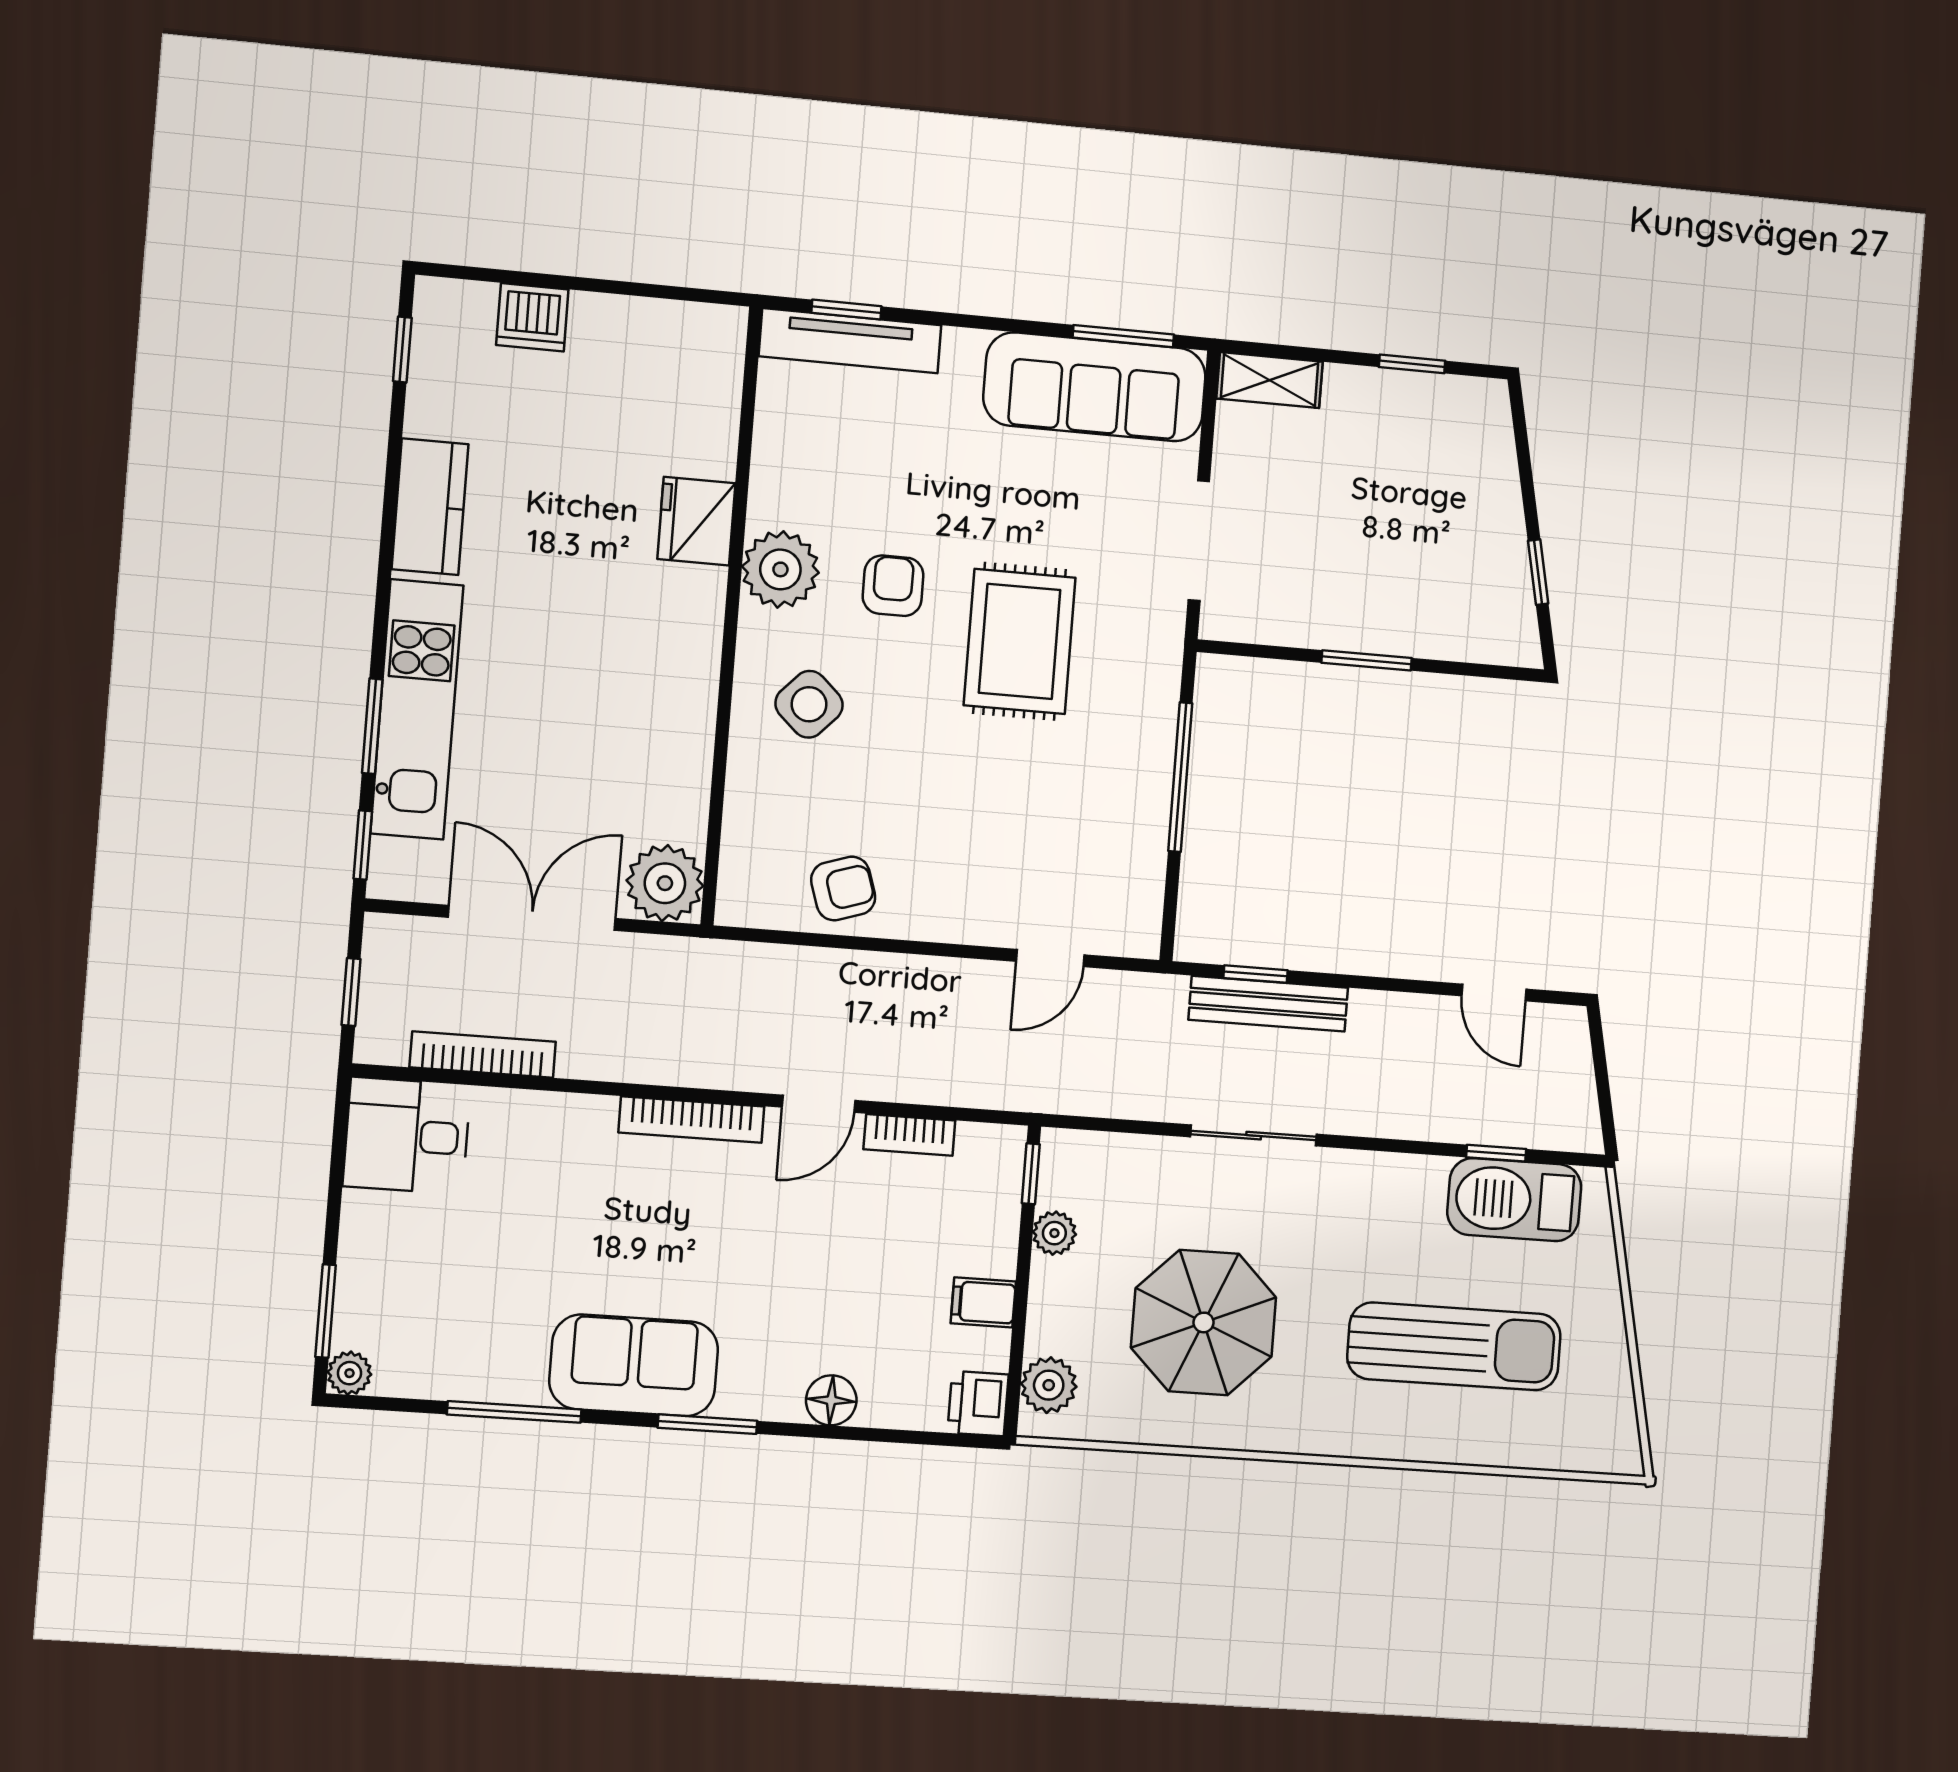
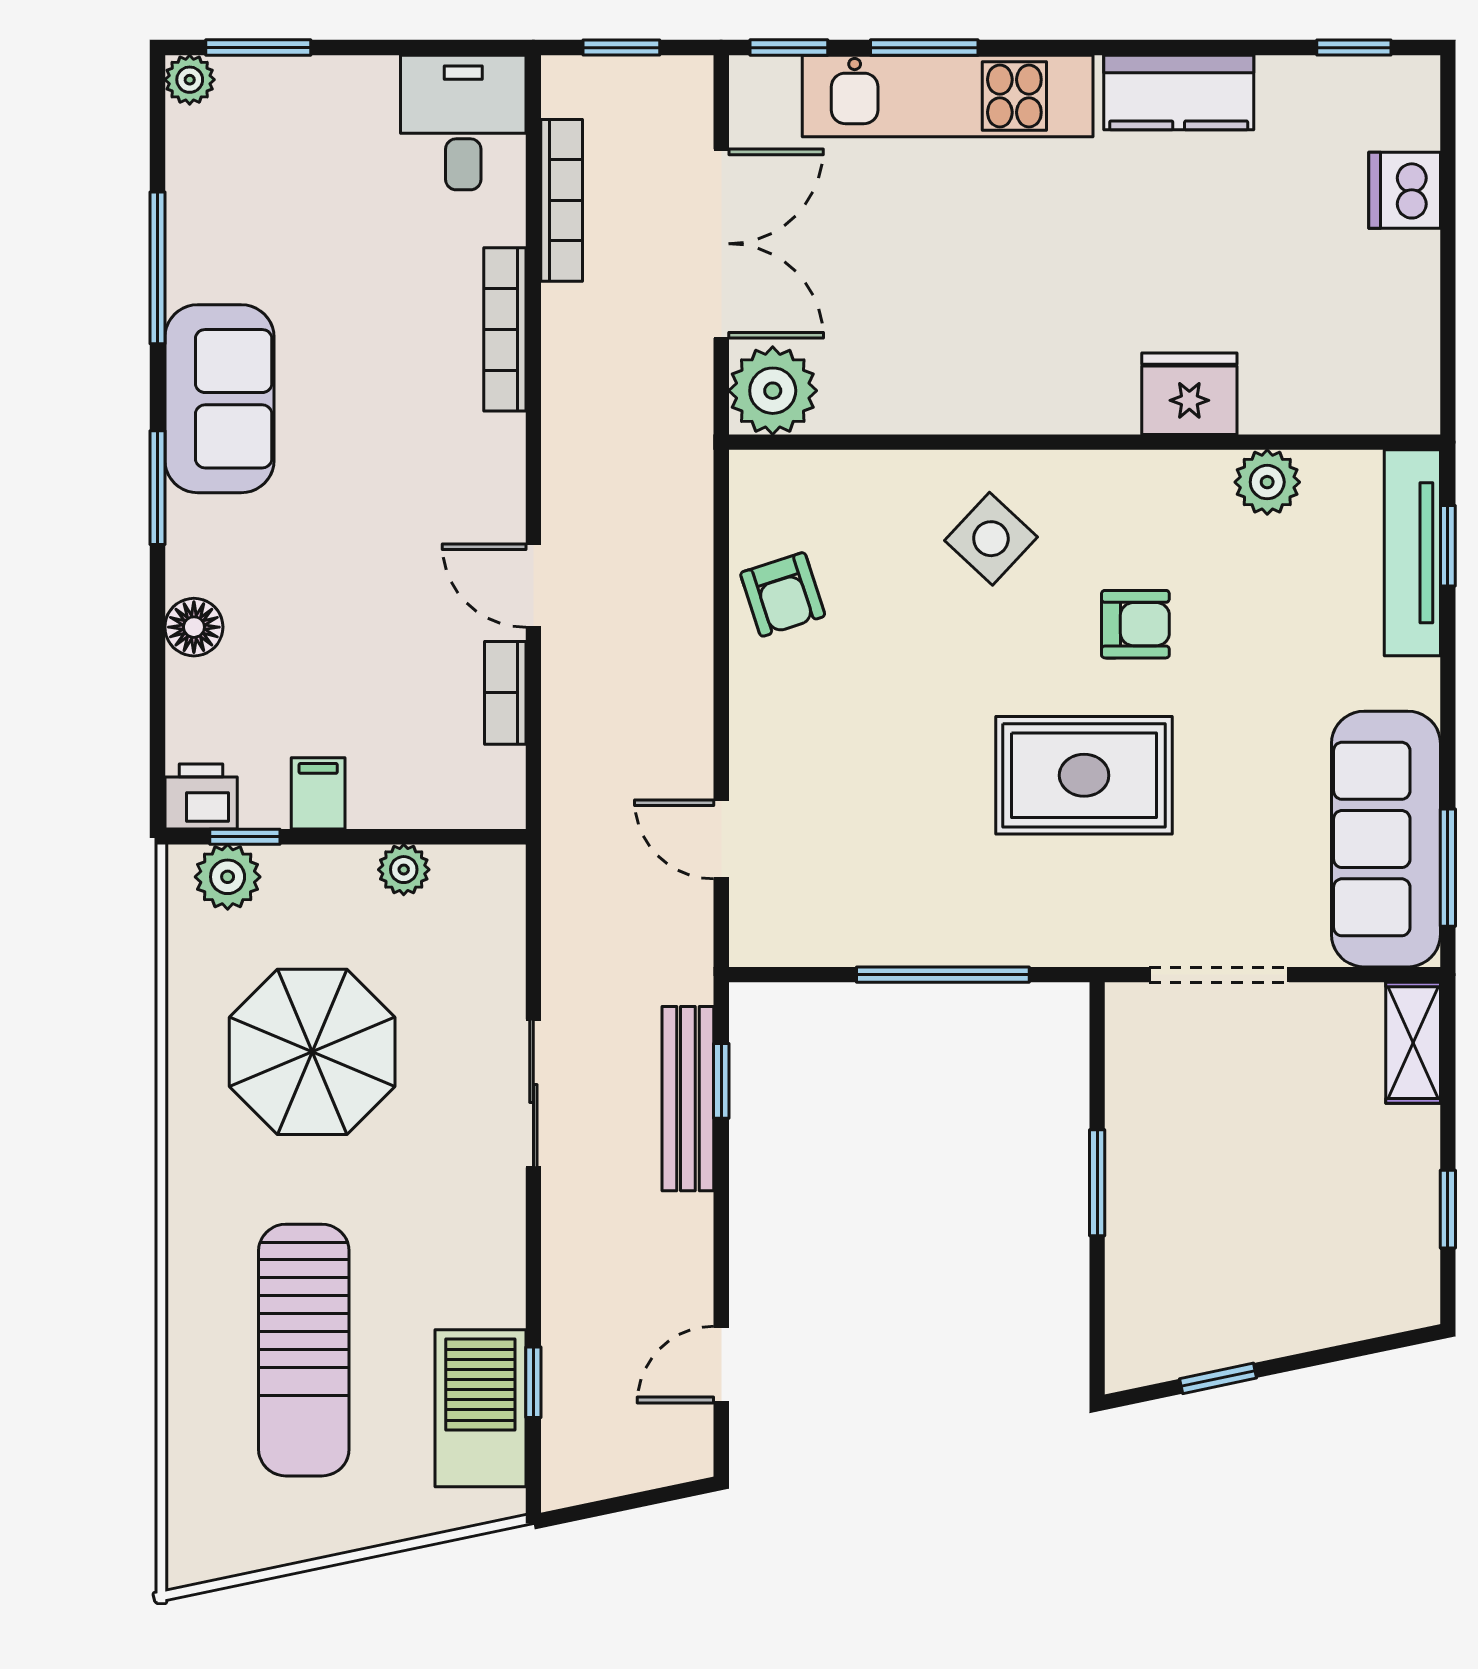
plant: (780, 569) -> (1267, 482), moved, width x0.73, depth x0.73
bookcase: (691, 1119) -> (505, 329), moved
window: (1031, 1174) -> (245, 837), moved

